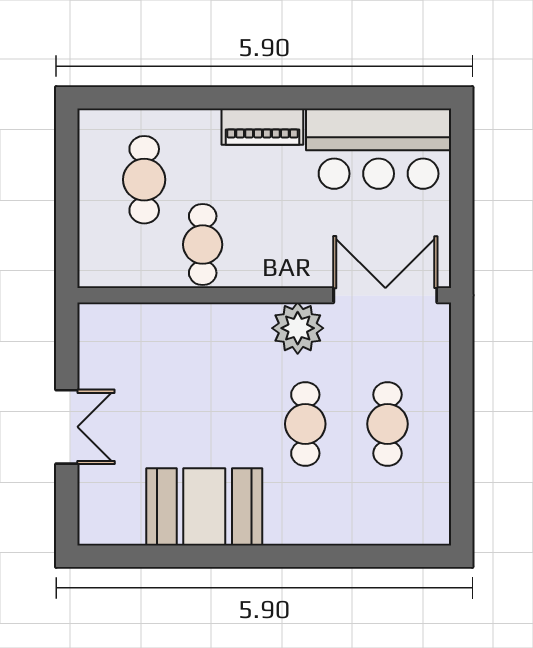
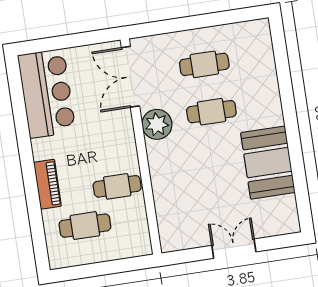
piano: (262, 127) -> (47, 184), moved

